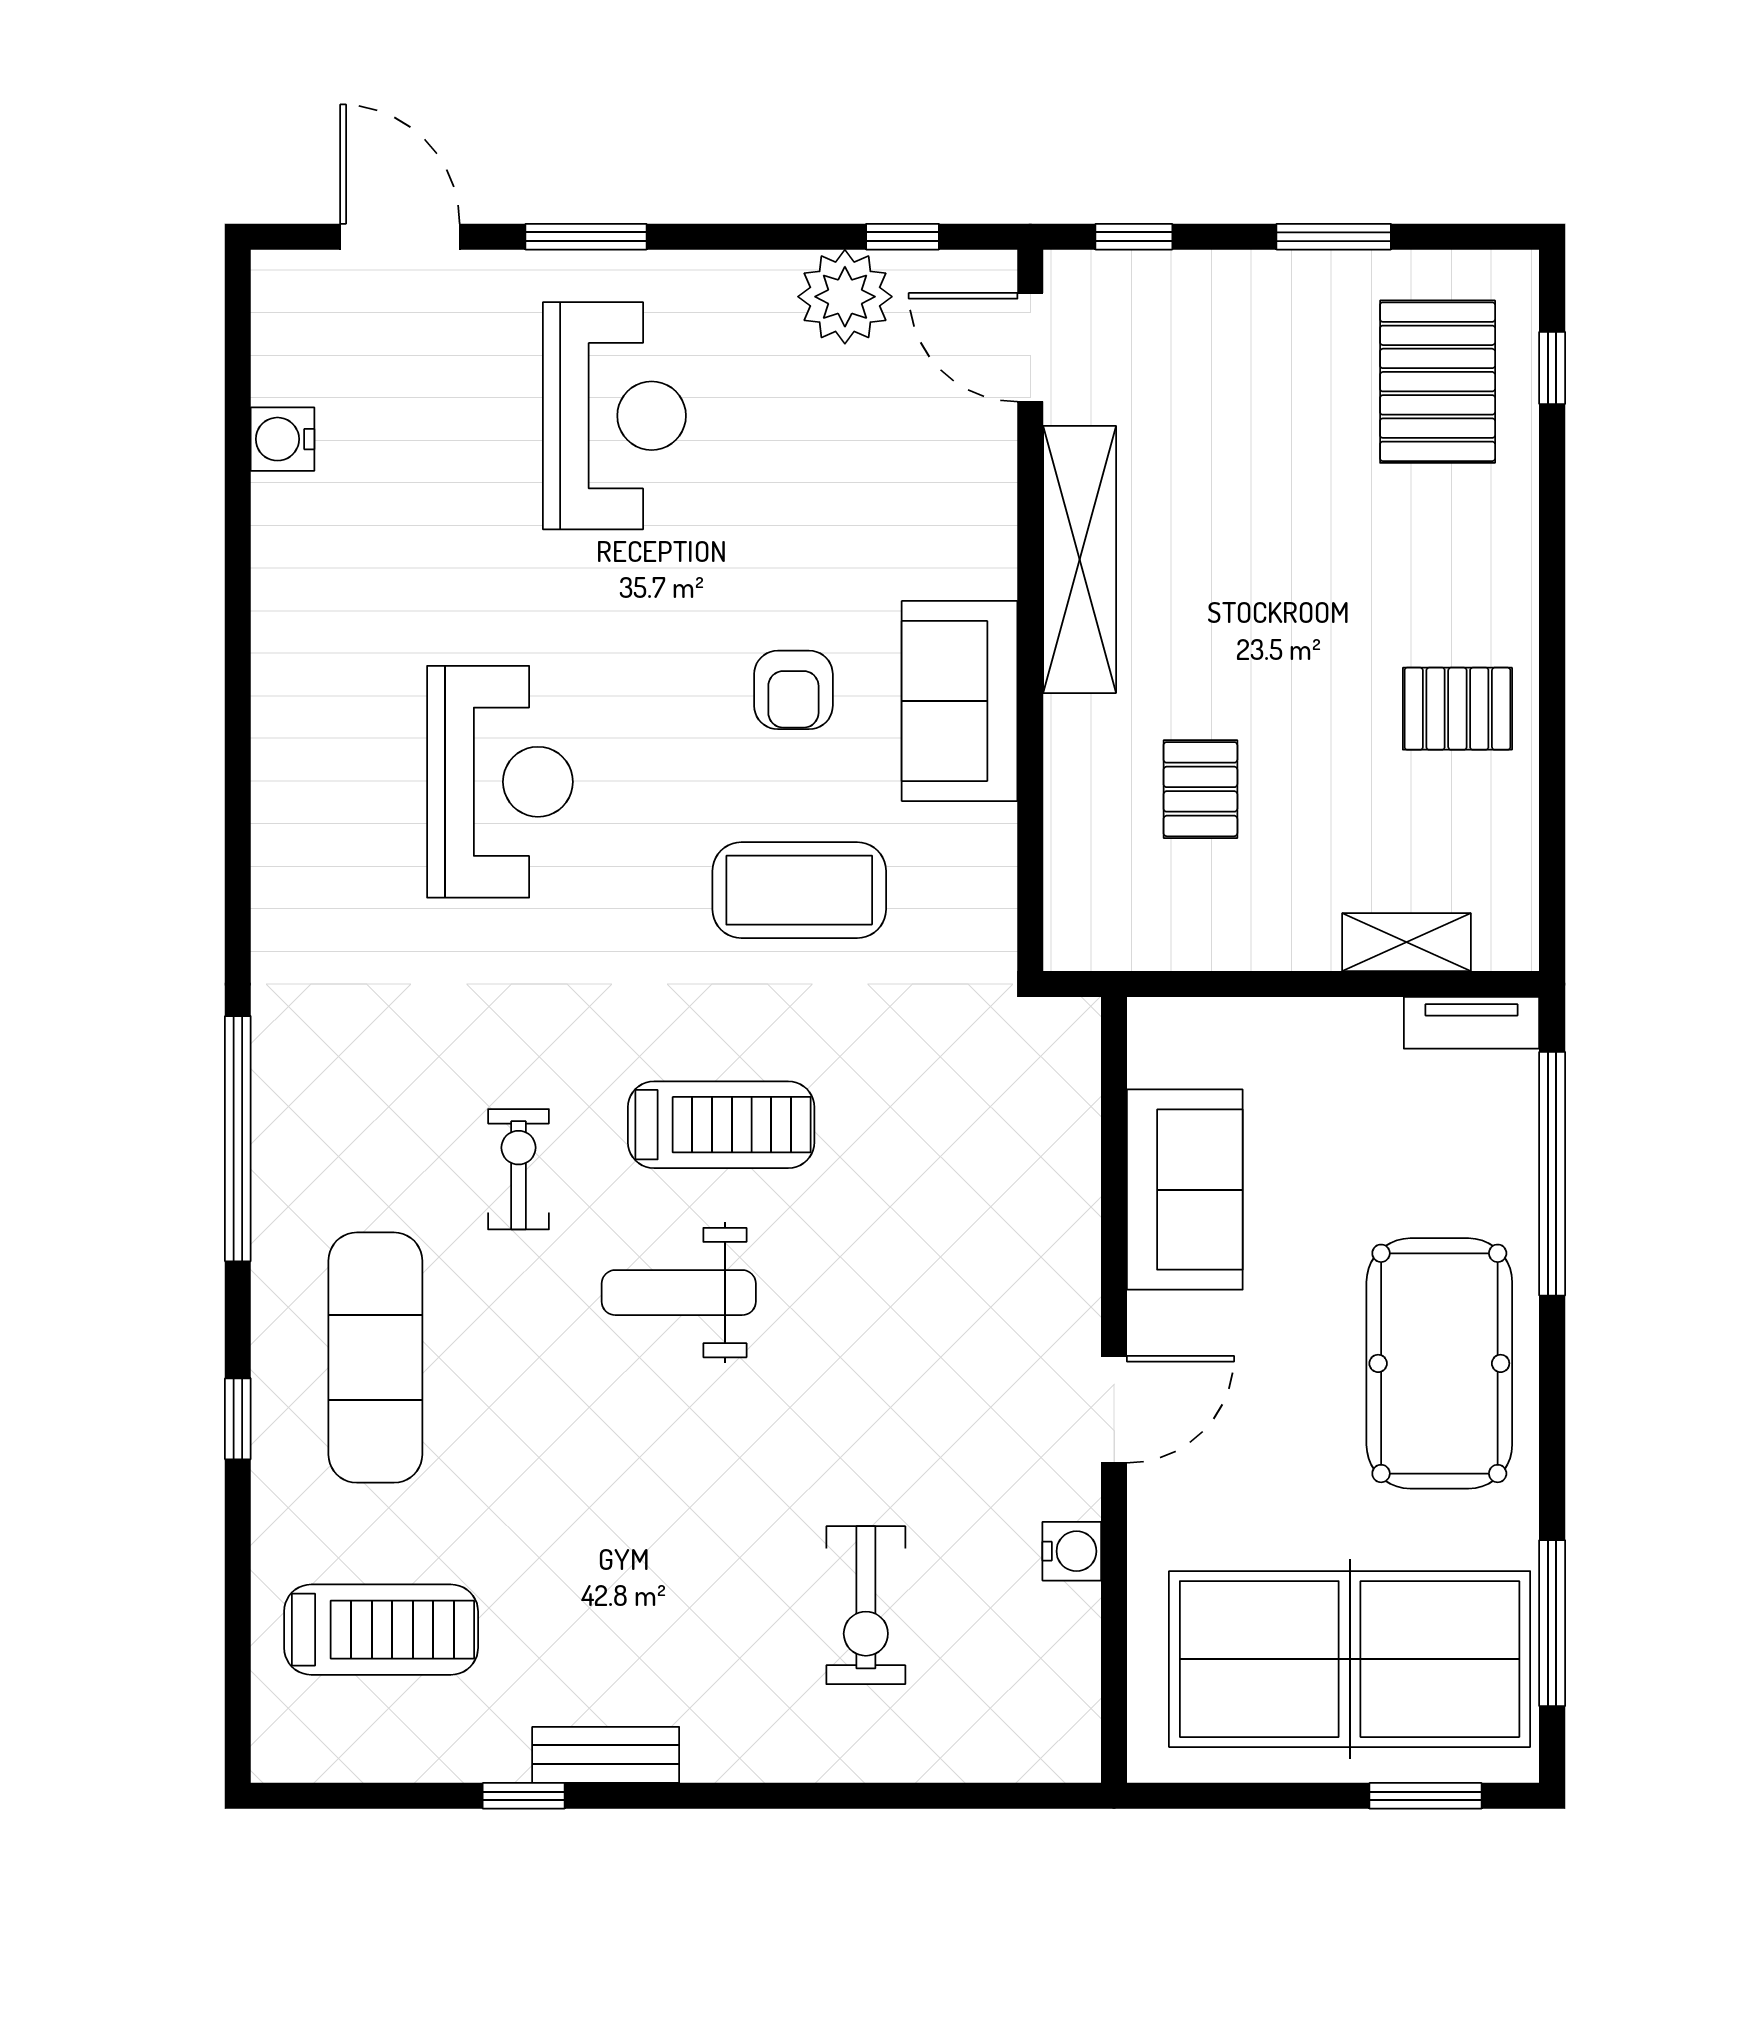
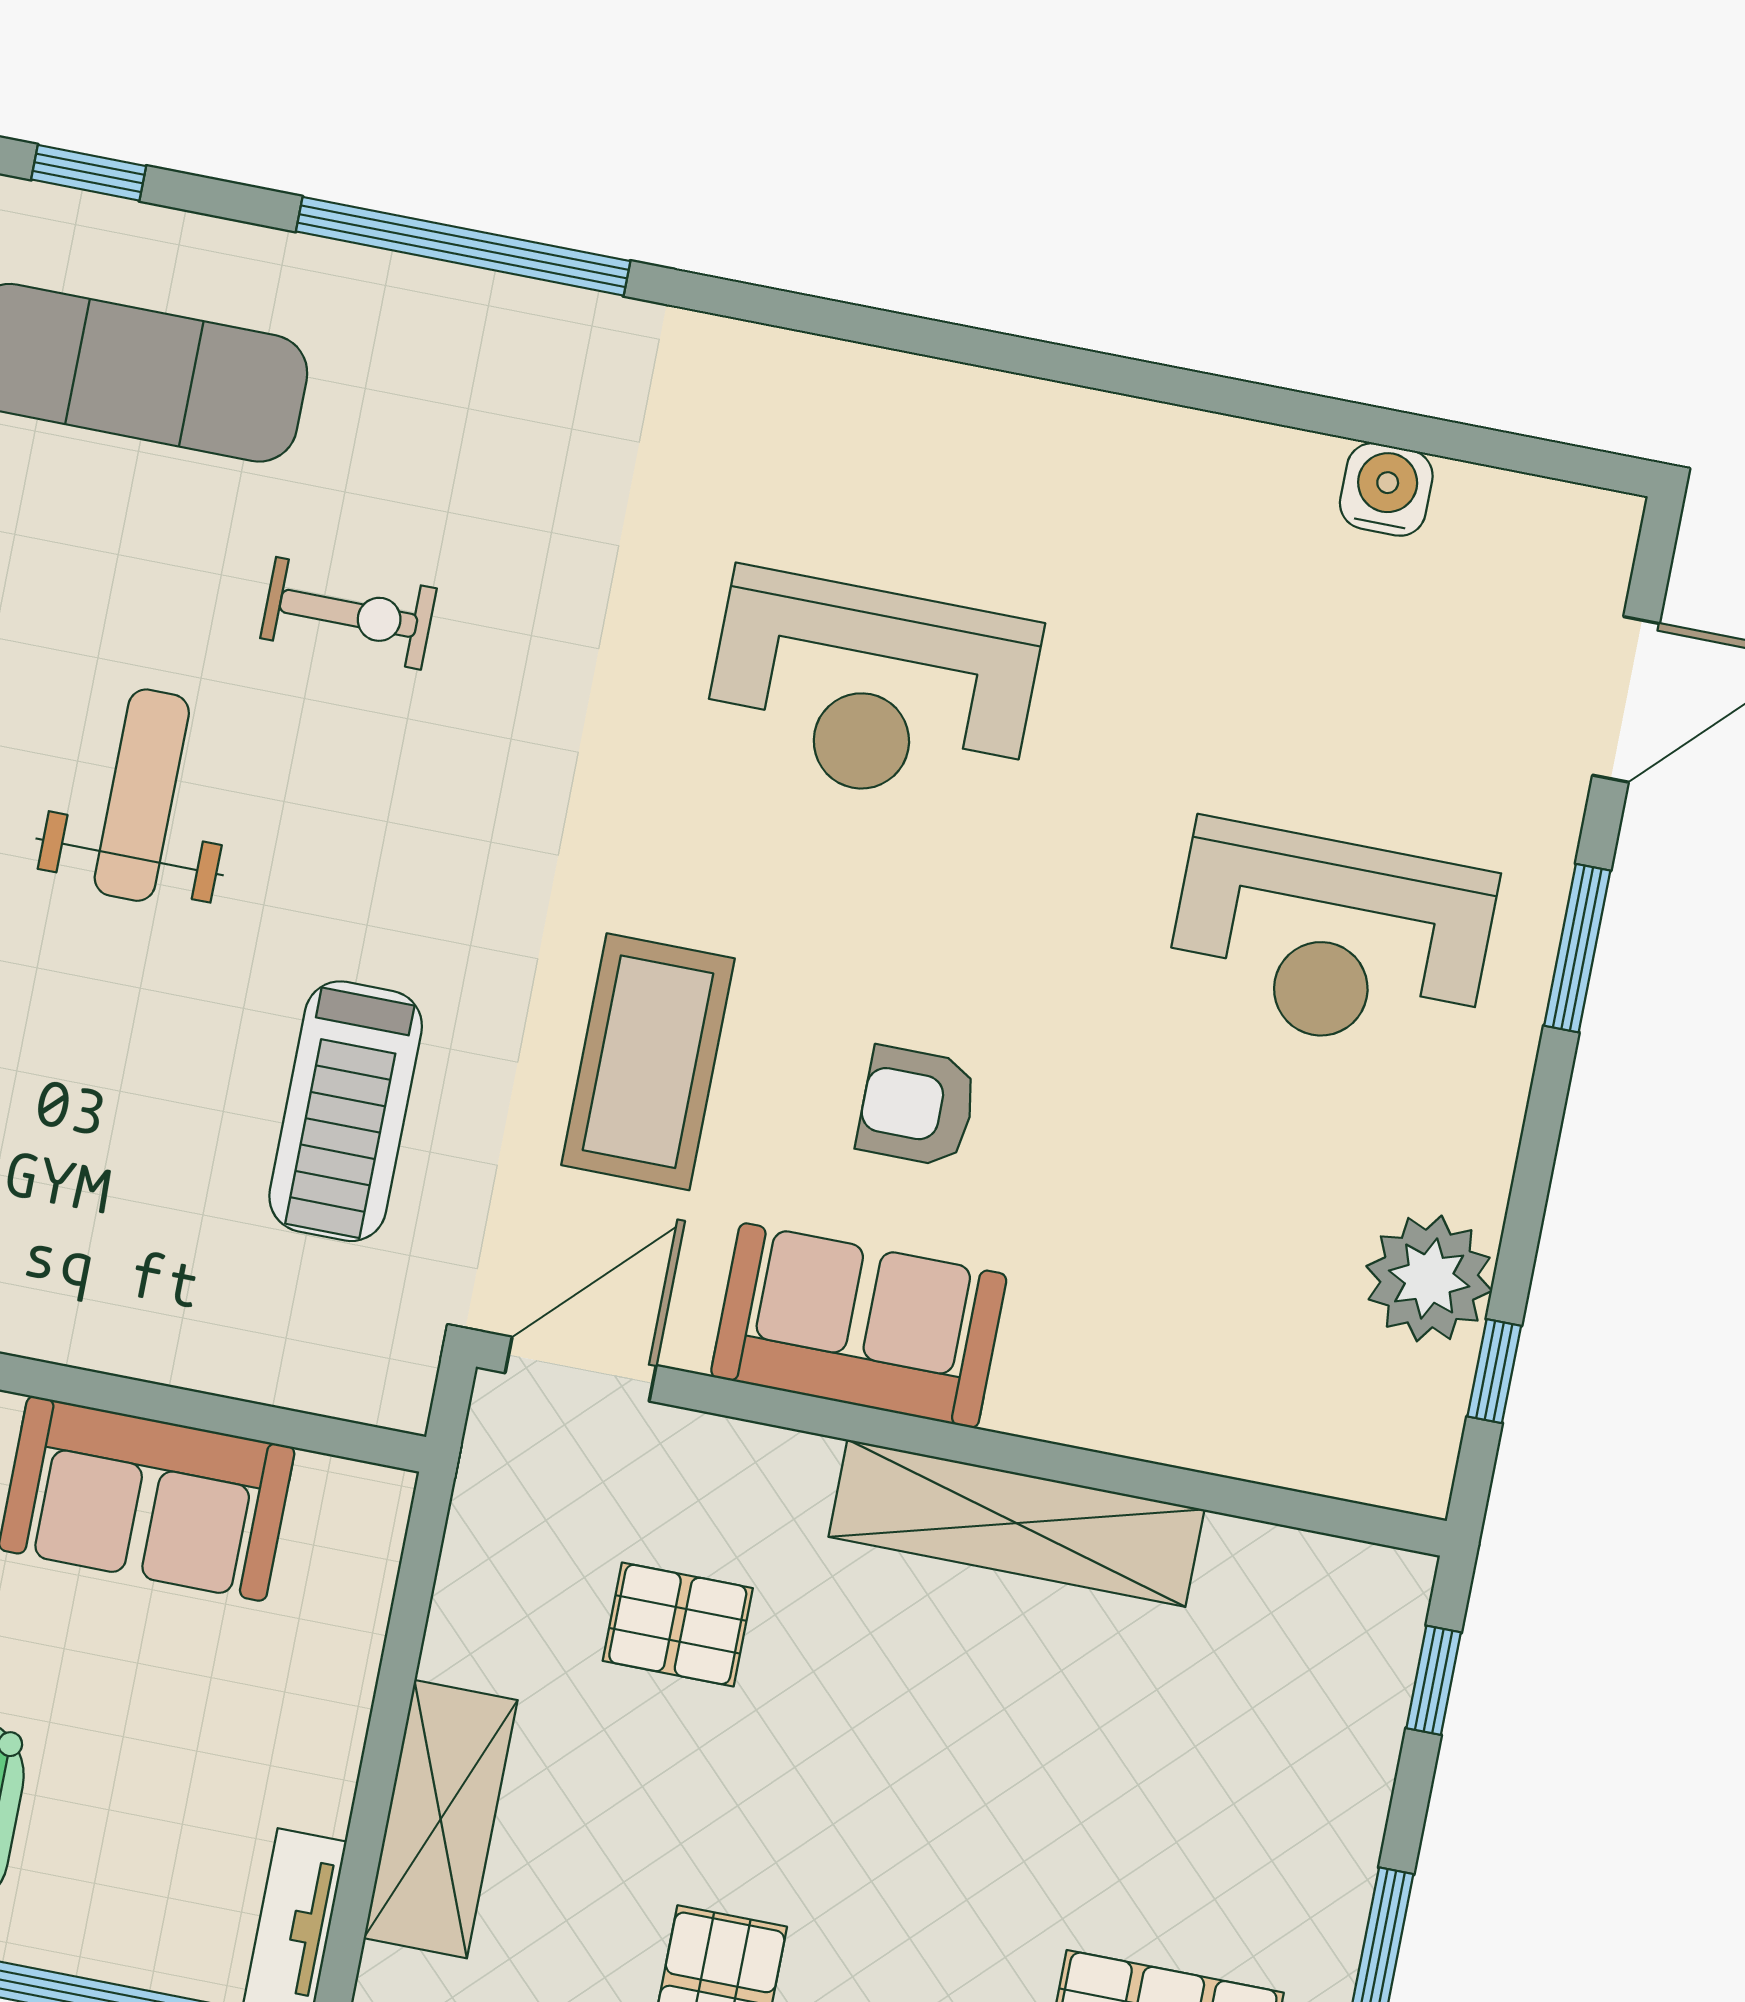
door: (1030, 347) -> (581, 1369), moved
shelving: (1406, 942) -> (441, 1819), width x1.50, depth x1.33
treadmill: (721, 1125) -> (346, 1111), moved

